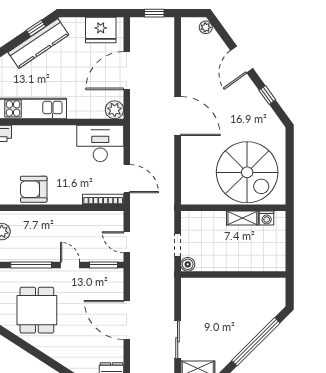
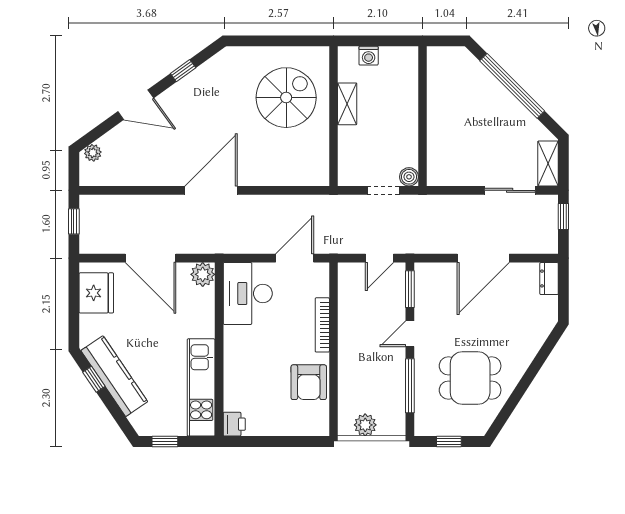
spiral stairs: (247, 172) -> (286, 98), width x0.73, depth x0.73
bookcase: (103, 199) -> (322, 325), moved
washing machine: (267, 218) -> (369, 56), moved, turned 90

